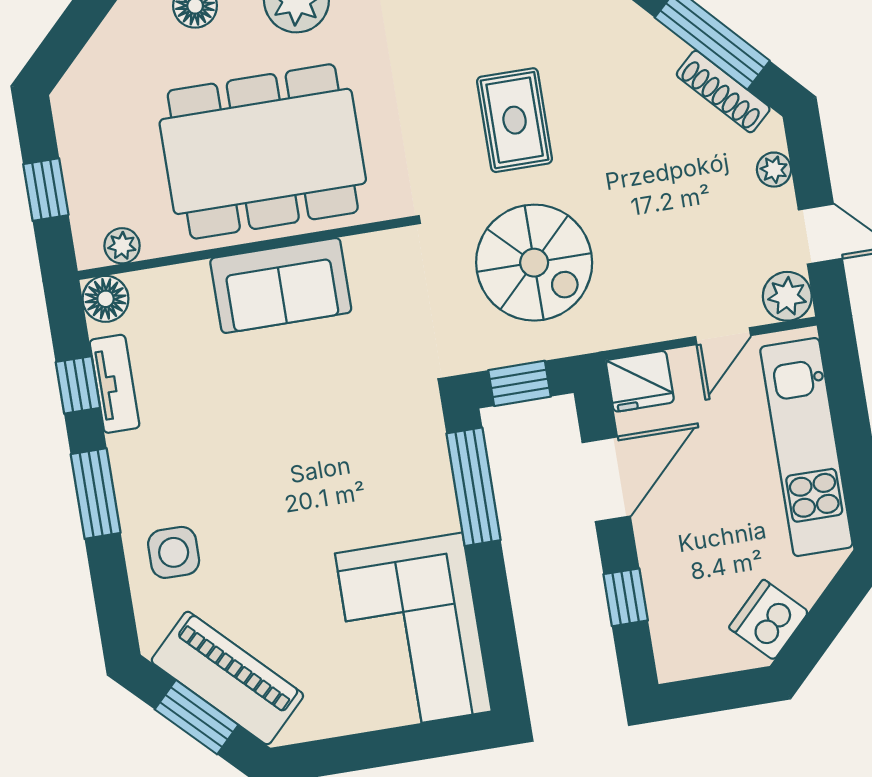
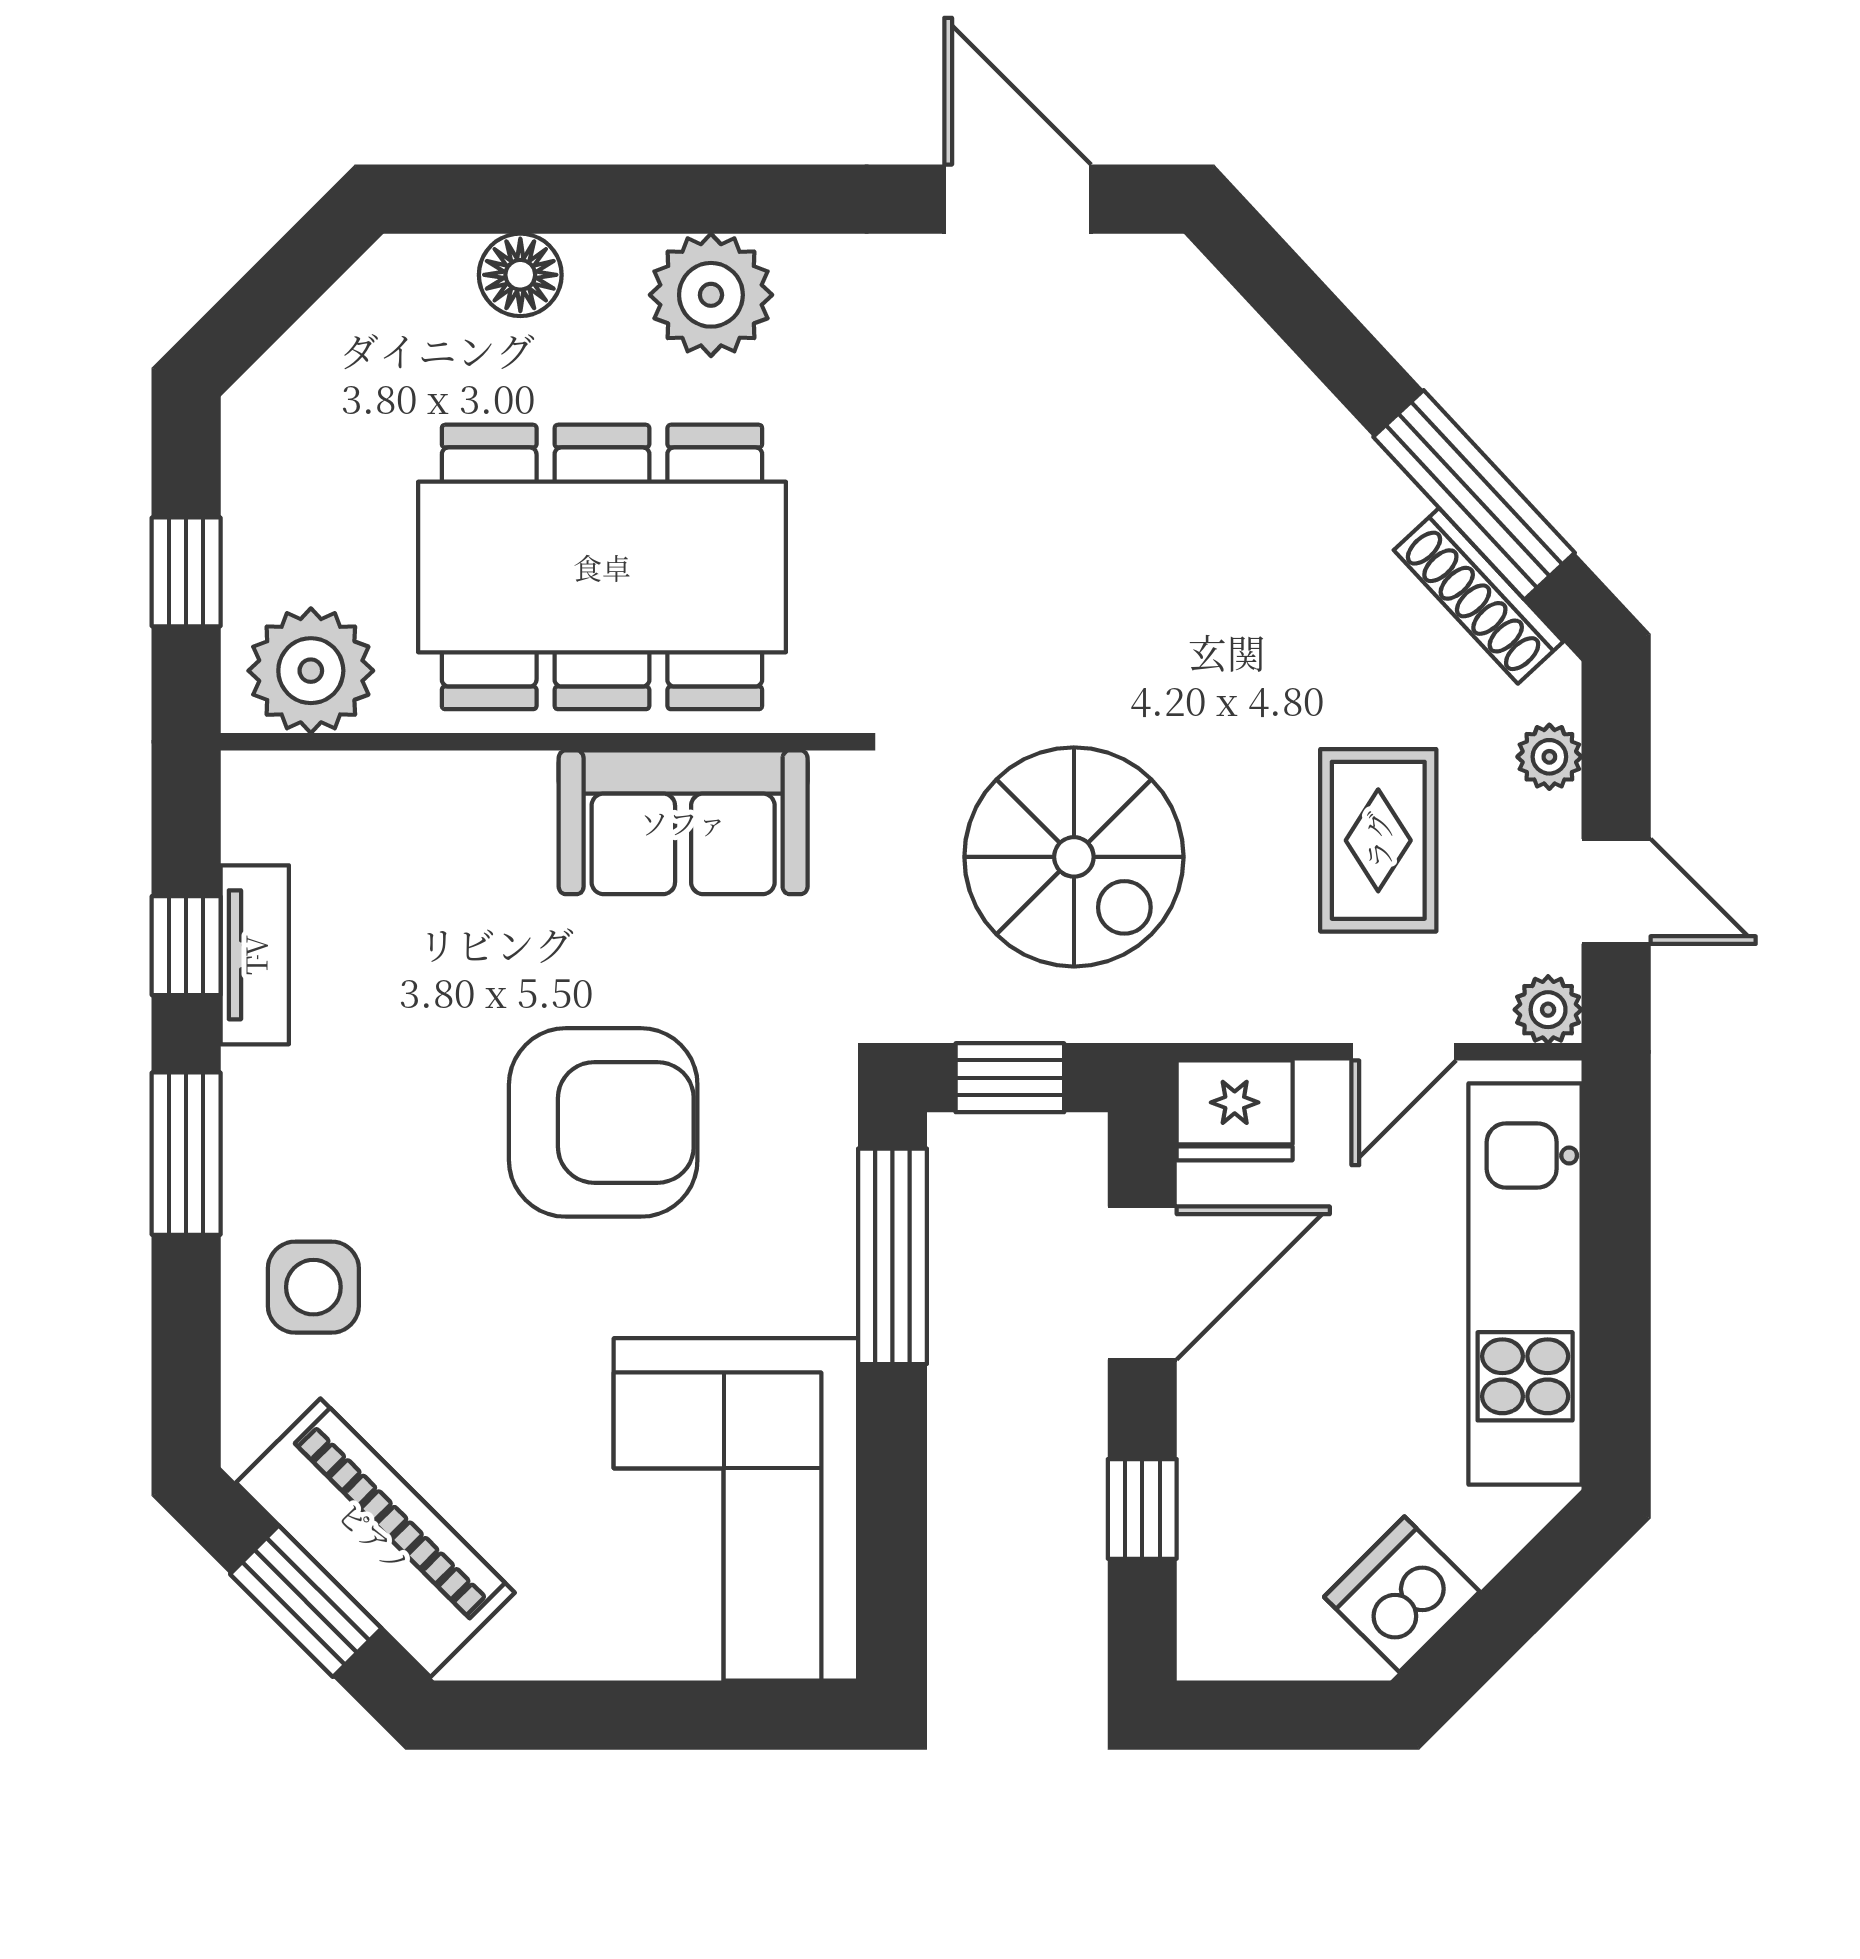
rug: (515, 120) -> (1378, 840), moved
plant: (122, 246) -> (311, 671), width x1.88, depth x1.88
sofa: (281, 285) -> (683, 822), moved
plant: (787, 296) -> (1548, 1010), width x0.73, depth x0.73
floor lamp: (106, 299) -> (264, 794), removed
armchair: (311, 442) -> (603, 1122), added

